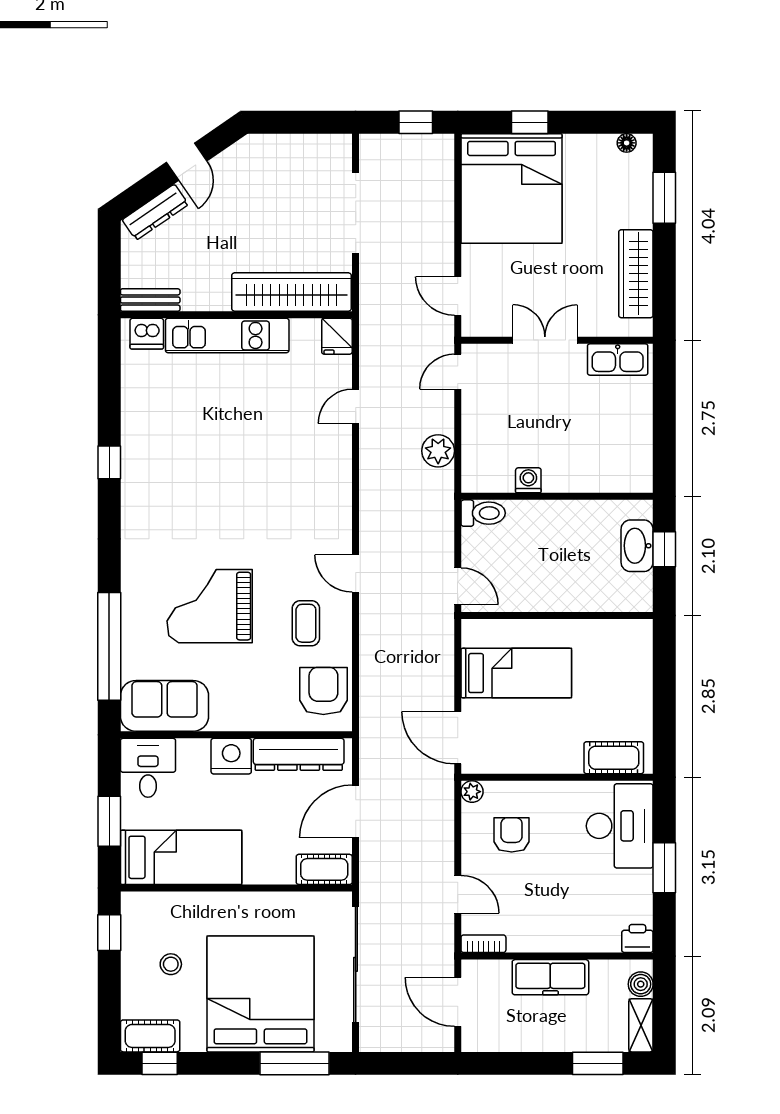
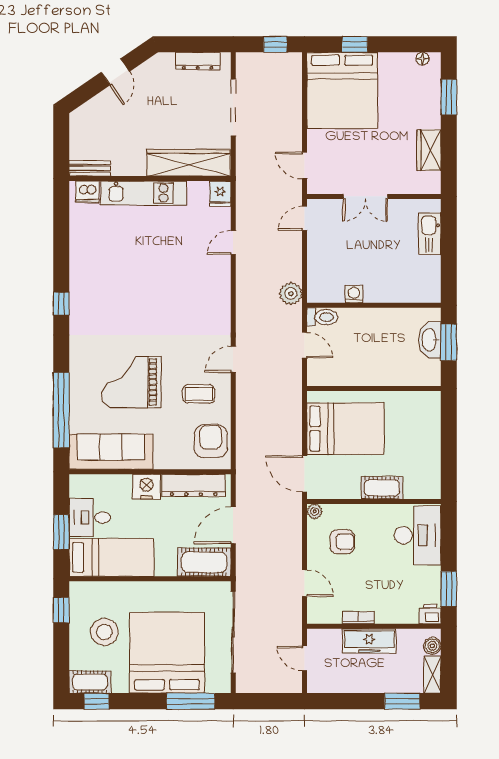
dresser: (155, 212) -> (198, 61), moved, turned 34
wardrobe: (636, 274) -> (429, 150), width x0.67
double door: (545, 340) -> (365, 196), swing flipped
kitchen sink: (618, 359) -> (430, 234), moved, turned 90
plant: (438, 451) -> (291, 294), moved
window: (109, 462) -> (61, 304), moved
window: (664, 549) -> (449, 342), width x1.50
door: (356, 574) -> (233, 359), hinge flipped
door: (458, 586) -> (305, 345), moved
coffee table: (306, 623) -> (199, 394), turned 90
bed: (516, 673) -> (345, 429), width x1.50
sofa: (165, 706) -> (111, 452), width x1.36
cot: (614, 758) -> (382, 488), moved
desk: (148, 768) -> (90, 518), moved, turned -90
armchair: (512, 835) -> (342, 542), turned 90
window: (664, 868) -> (449, 589), moved
cot: (324, 869) -> (204, 562), width x1.37, depth x1.34
bookcase: (483, 944) -> (358, 618), moved
stool: (171, 964) -> (104, 632), width x1.89, depth x1.89
door: (458, 1002) -> (305, 658), width x0.73

